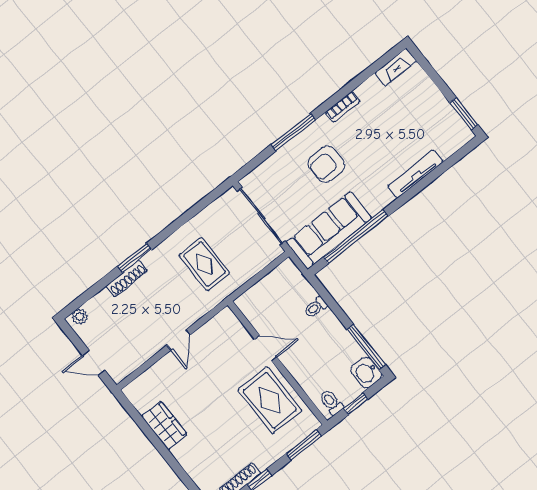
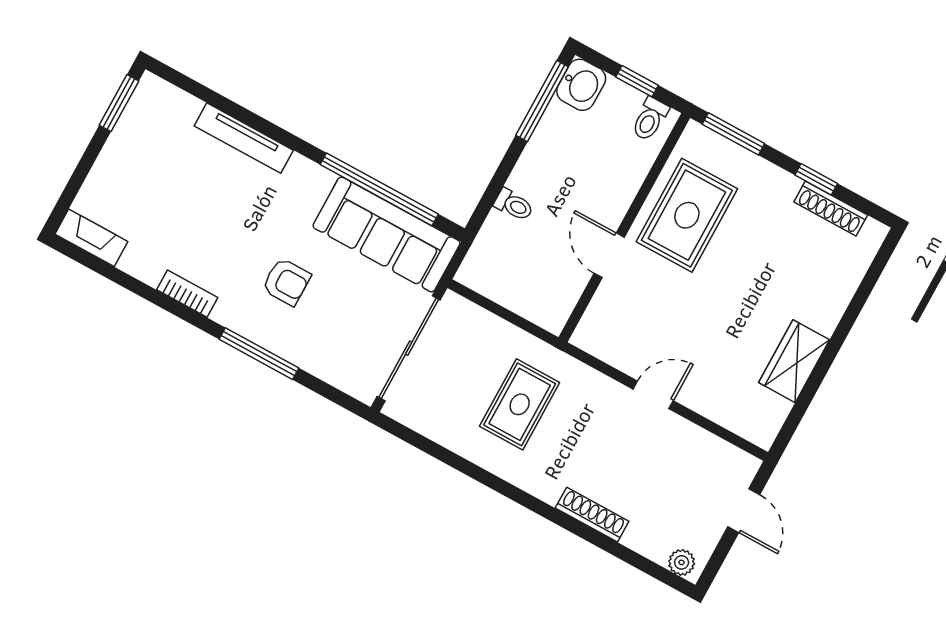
armchair: (326, 164) -> (286, 282), width x0.72, depth x0.72
window: (135, 258) -> (556, 516), removed

